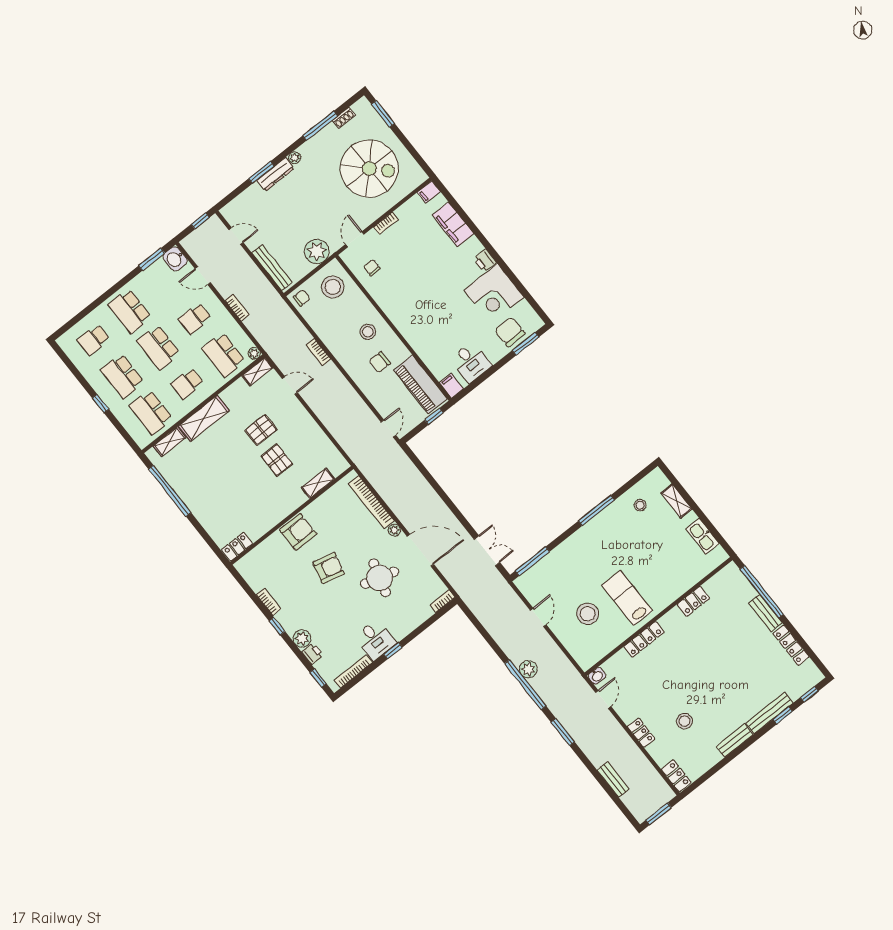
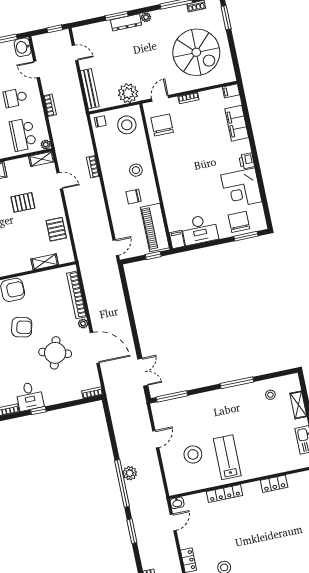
chair: (372, 268) -> (162, 125), width x1.87, depth x1.87
desk: (471, 362) -> (200, 230), width x1.37
pallet: (277, 460) -> (56, 229), moved

